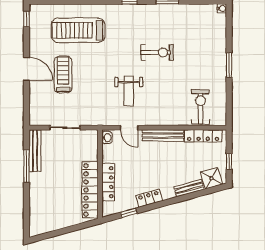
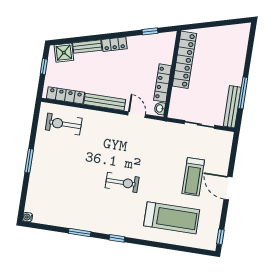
exercise bike: (157, 53) -> (122, 182), moved, turned 180
weight bench: (129, 91) -> (131, 151), removed
exercise bike: (200, 107) -> (64, 124), turned 90
locker: (108, 182) -> (163, 83), moved
locker: (149, 198) -> (114, 44), moved

